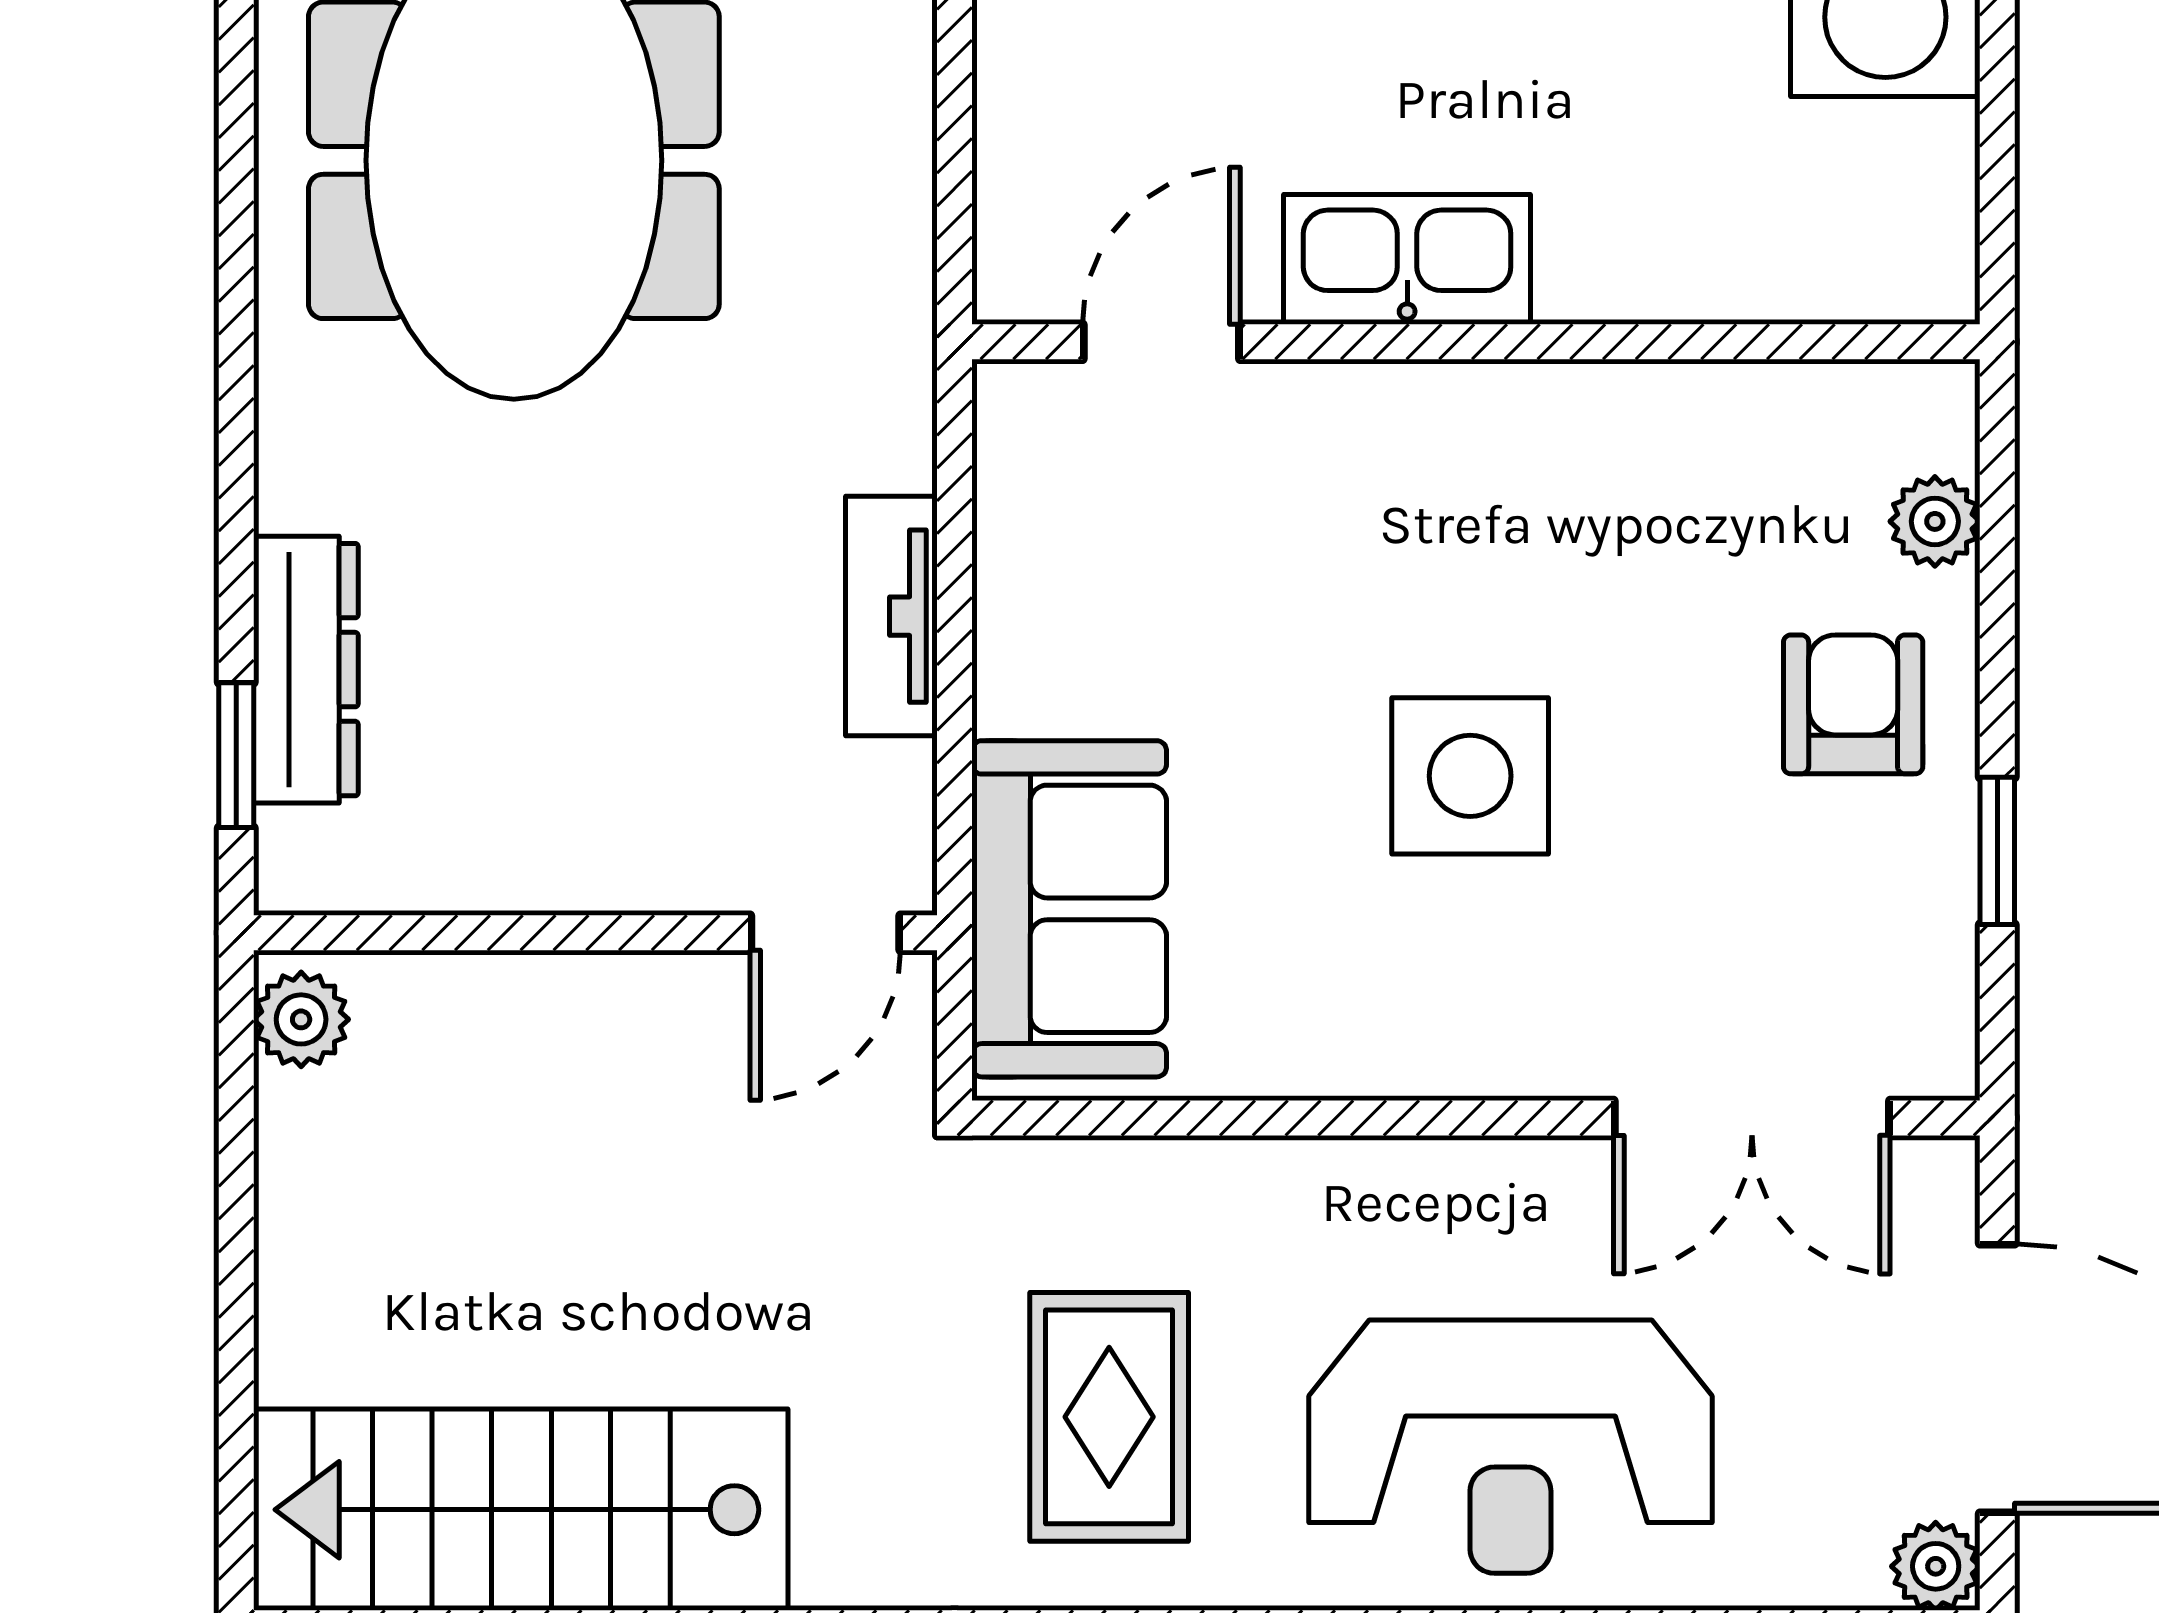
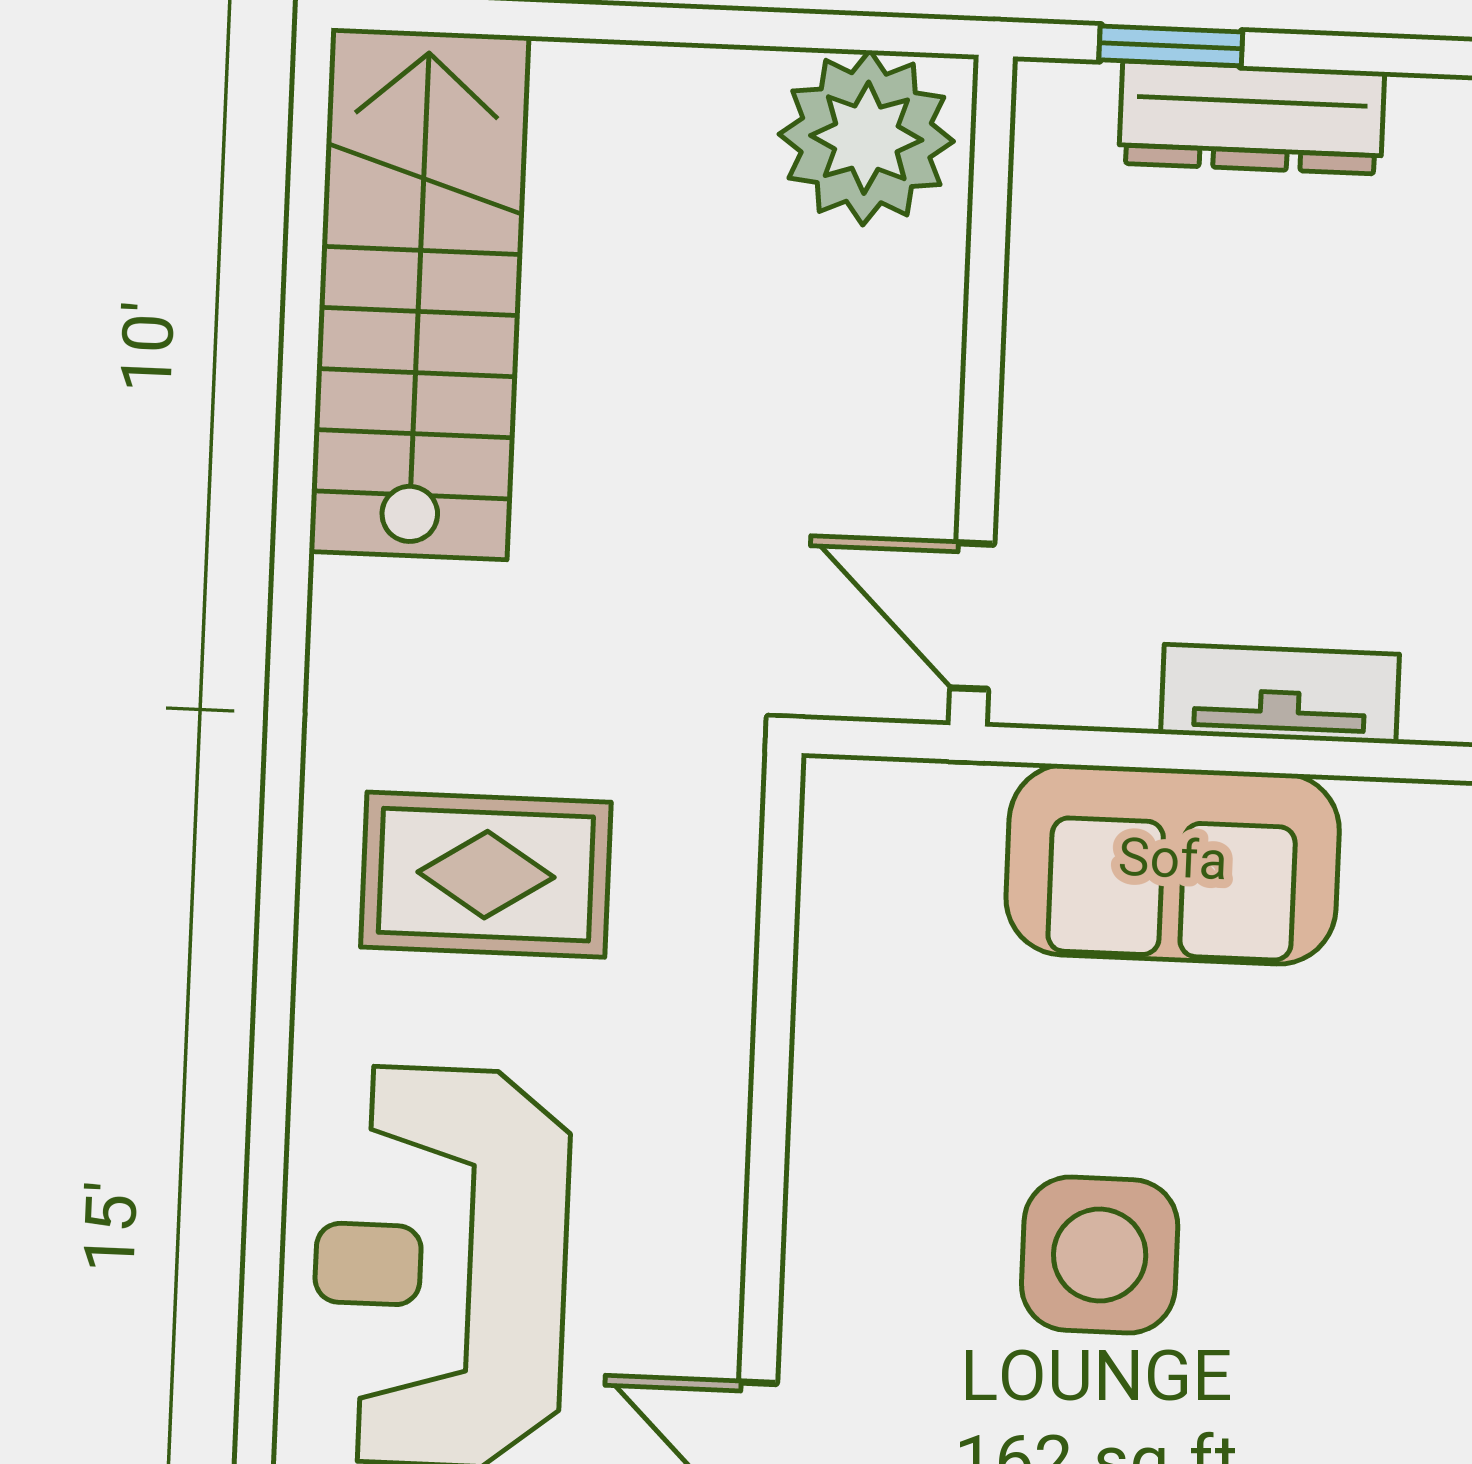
sofa: (1069, 909) -> (1173, 864), moved
plant: (301, 1019) -> (866, 138), width x1.87, depth x1.87

